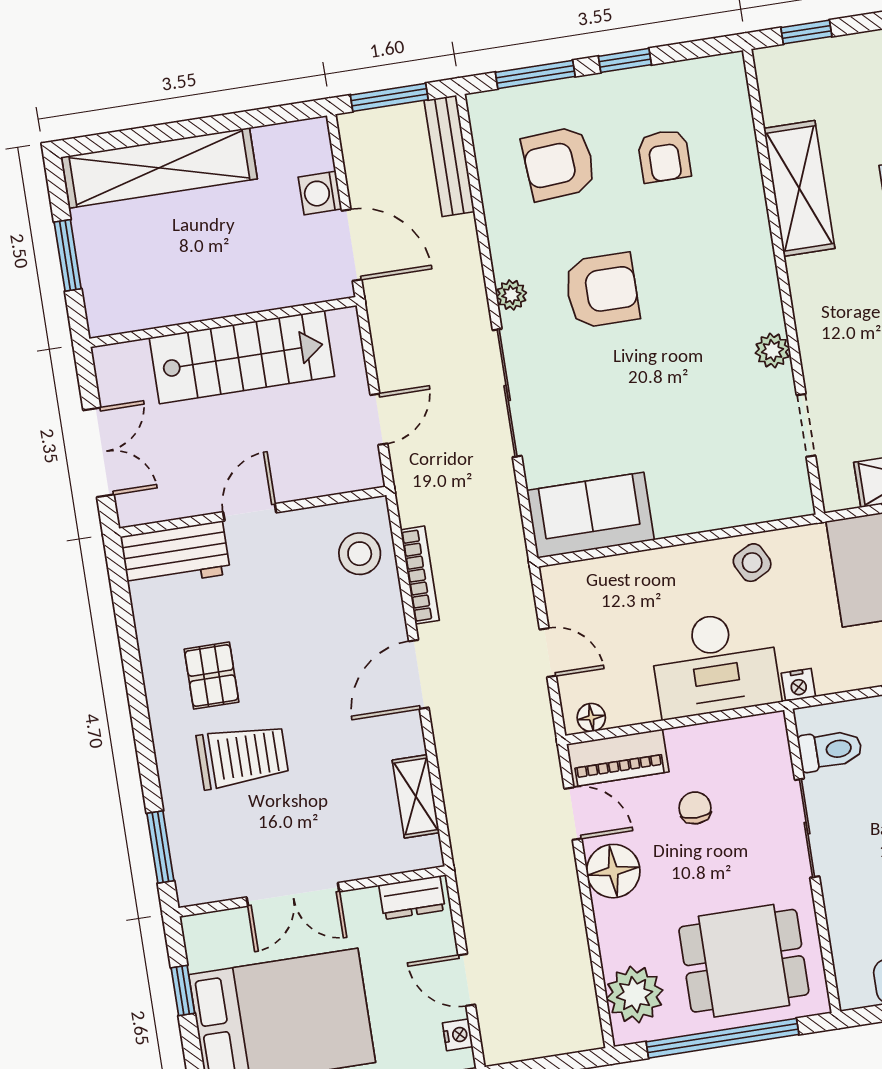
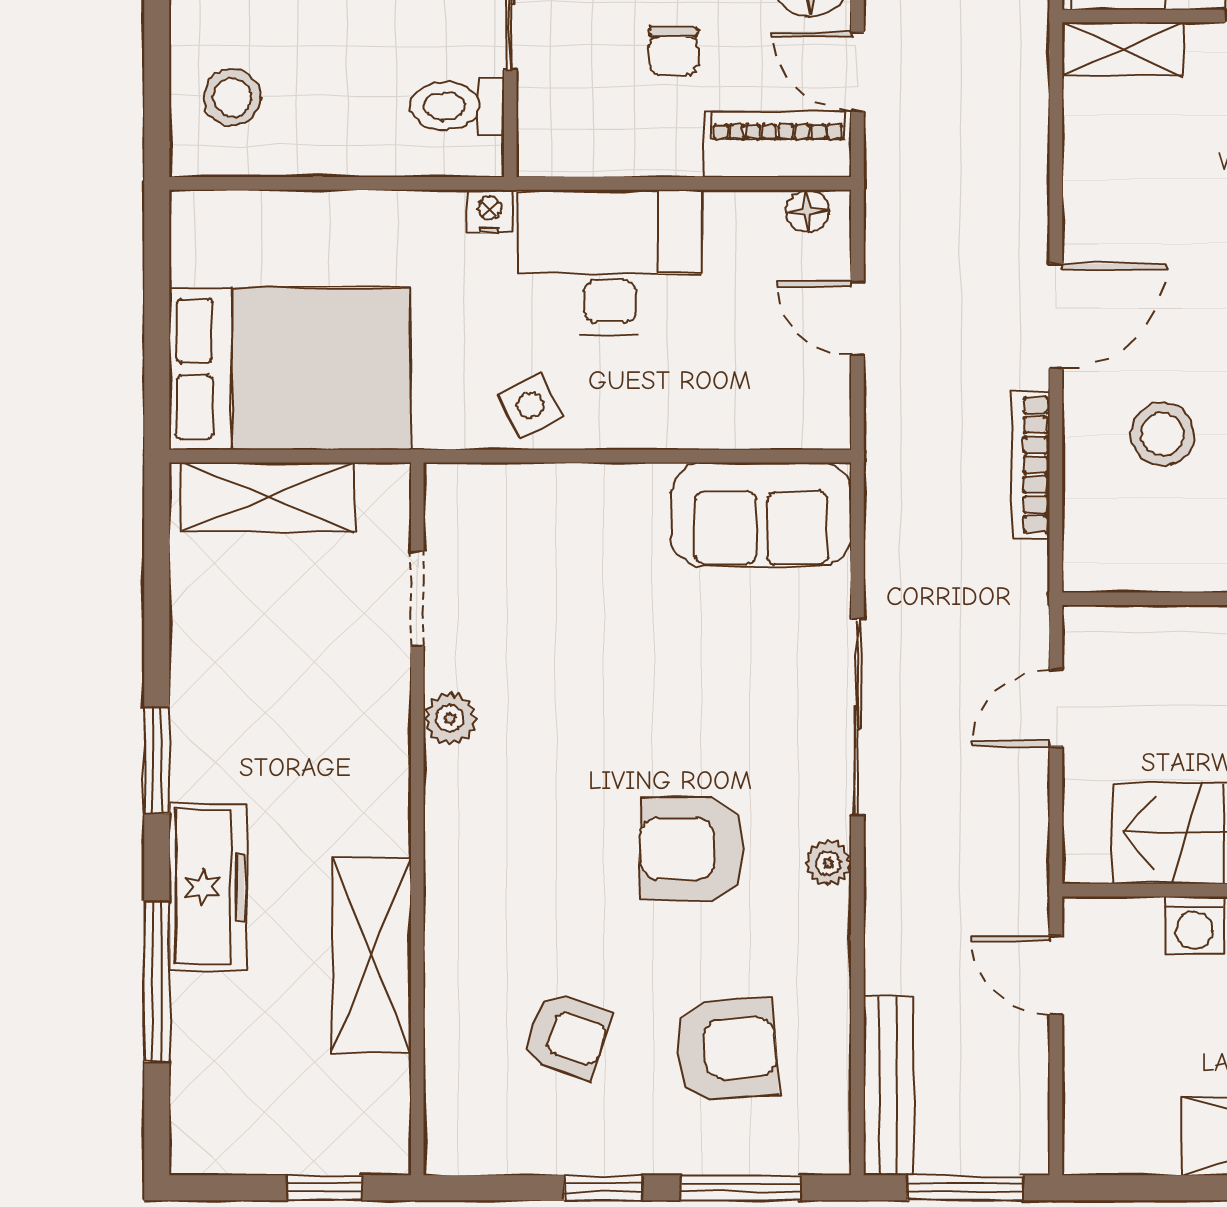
armchair: (664, 156) -> (567, 1035), turned 109
washing machine: (320, 193) -> (1194, 925), moved, turned 90
door: (352, 245) -> (1056, 975), width x0.73
stool: (360, 554) -> (1163, 434), moved
shelving: (416, 796) -> (1123, 49), moved, turned 90

